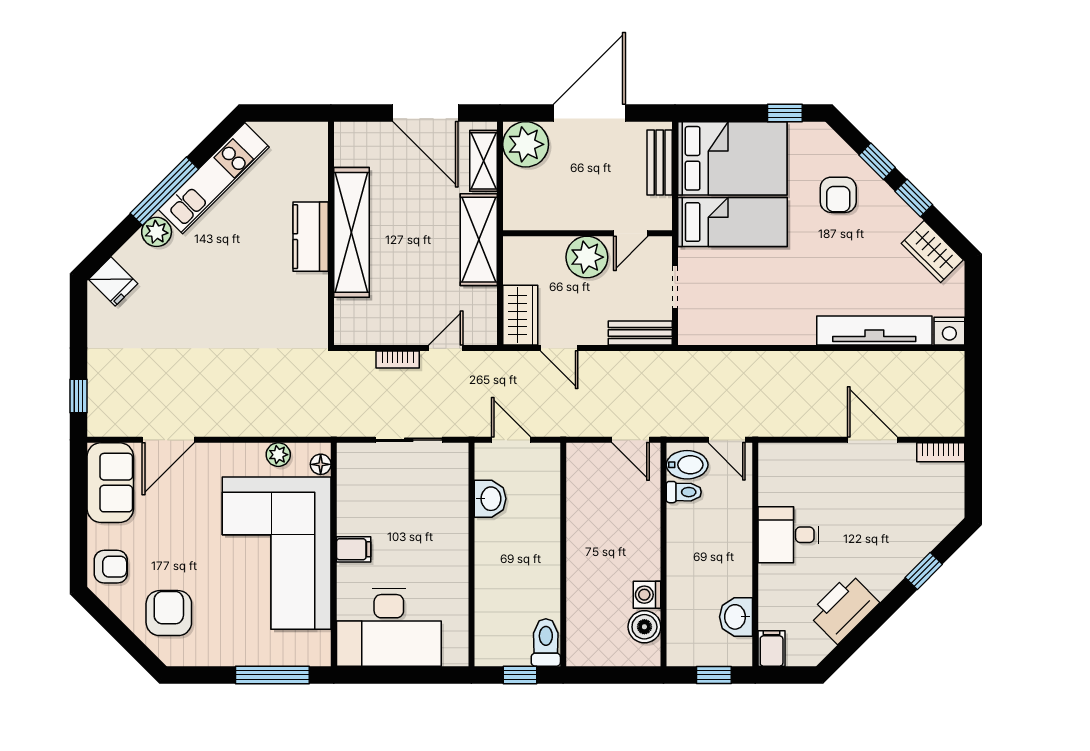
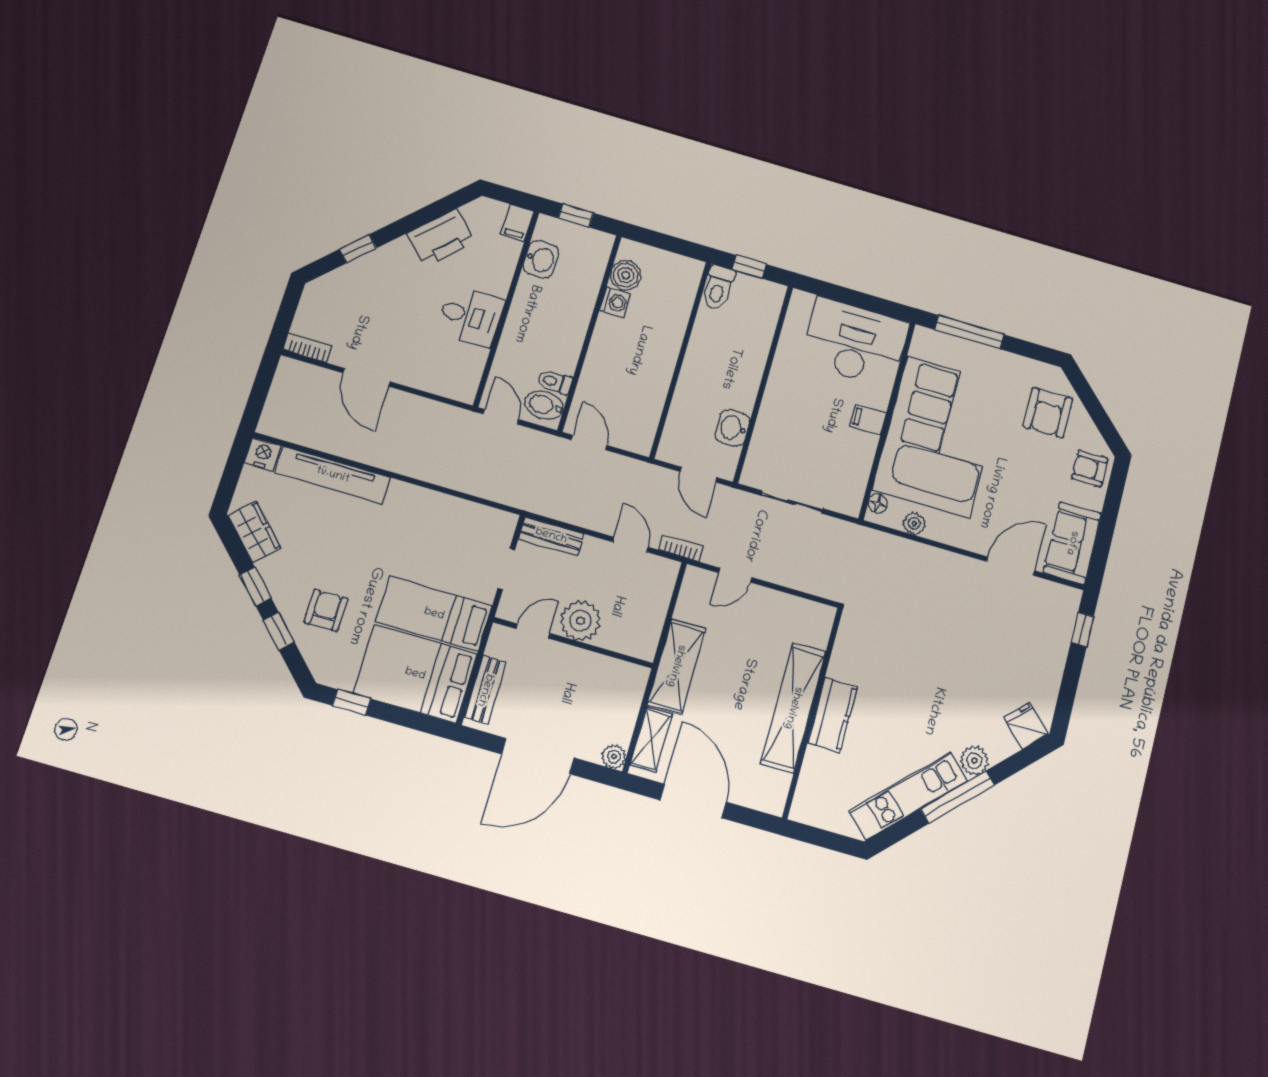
plant: (526, 144) -> (614, 757), width x0.53, depth x0.53
wardrobe: (520, 315) -> (658, 585), removed
bookcase: (398, 360) -> (681, 548), moved

